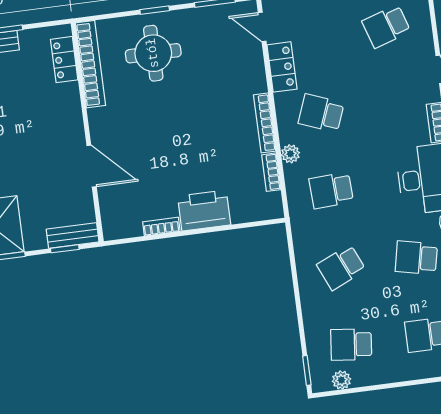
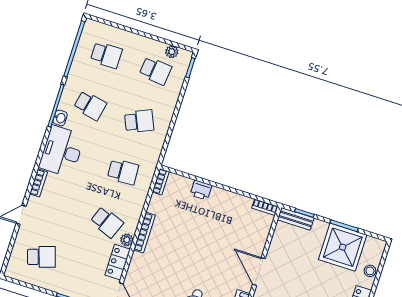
plant: (290, 154) -> (127, 240), moved
door: (92, 166) -> (259, 272), moved
bookcase: (271, 172) -> (161, 182), moved
printer: (204, 210) -> (201, 190), width x0.53, depth x0.68
bookcase: (161, 227) -> (265, 207), moved

